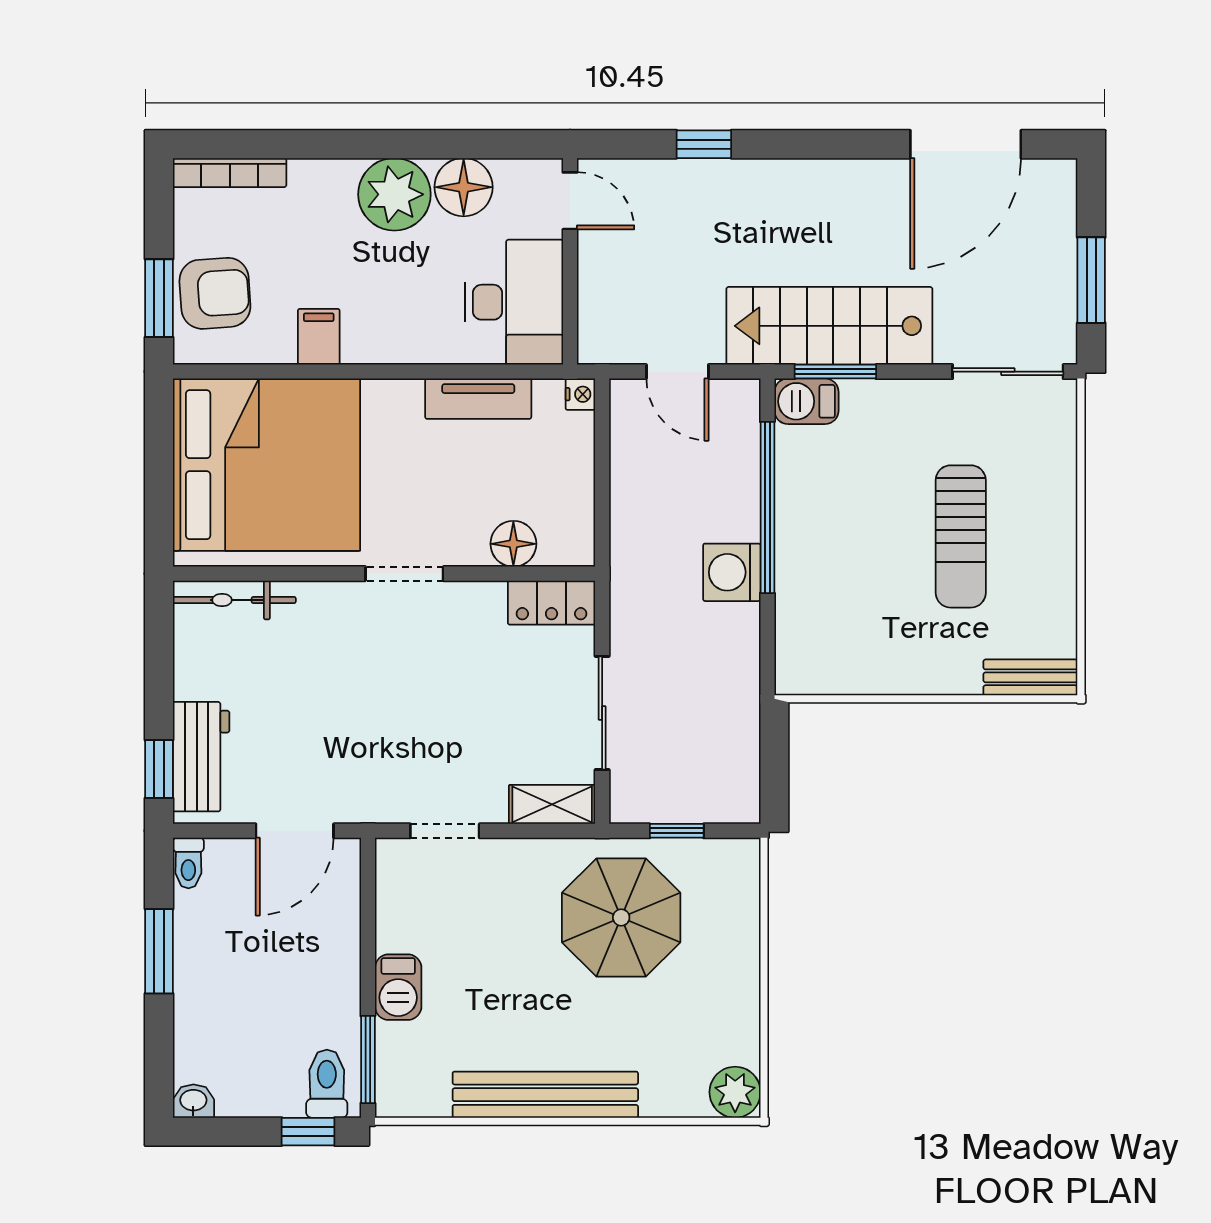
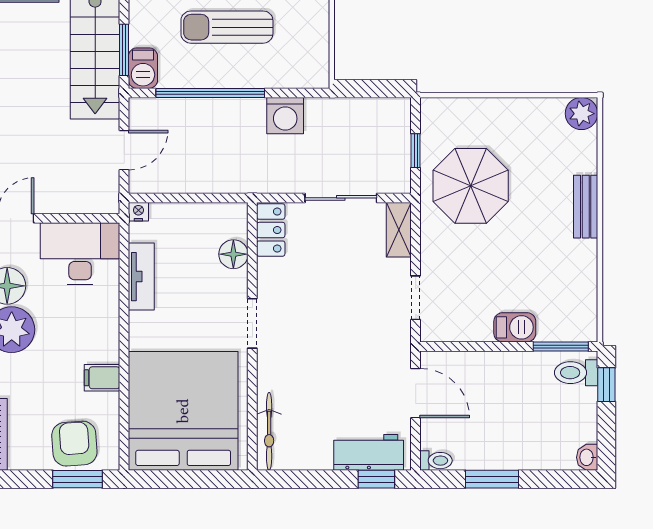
sun lounger: (871, 534) -> (227, 27), added
washing machine: (732, 572) -> (285, 116), moved
bench: (545, 1095) -> (586, 207), width x0.54, depth x0.82

